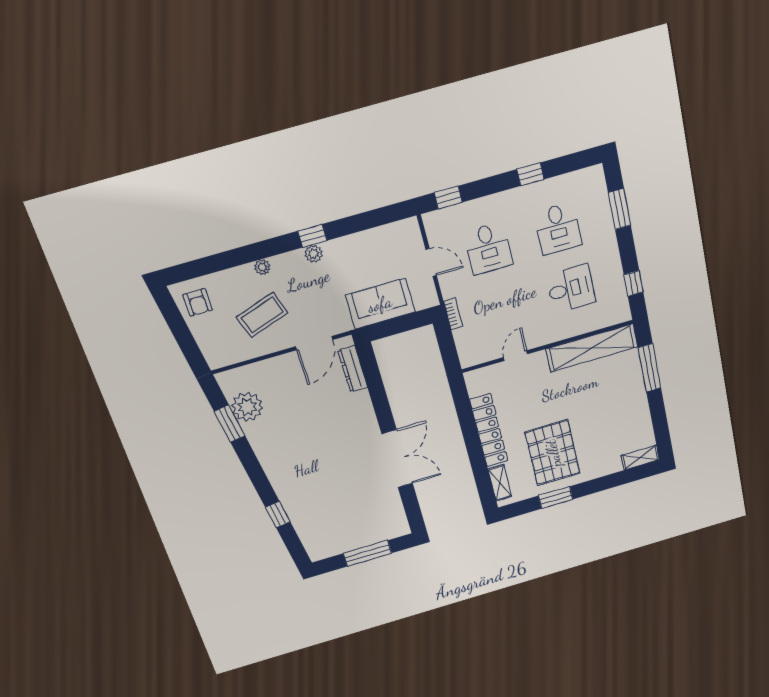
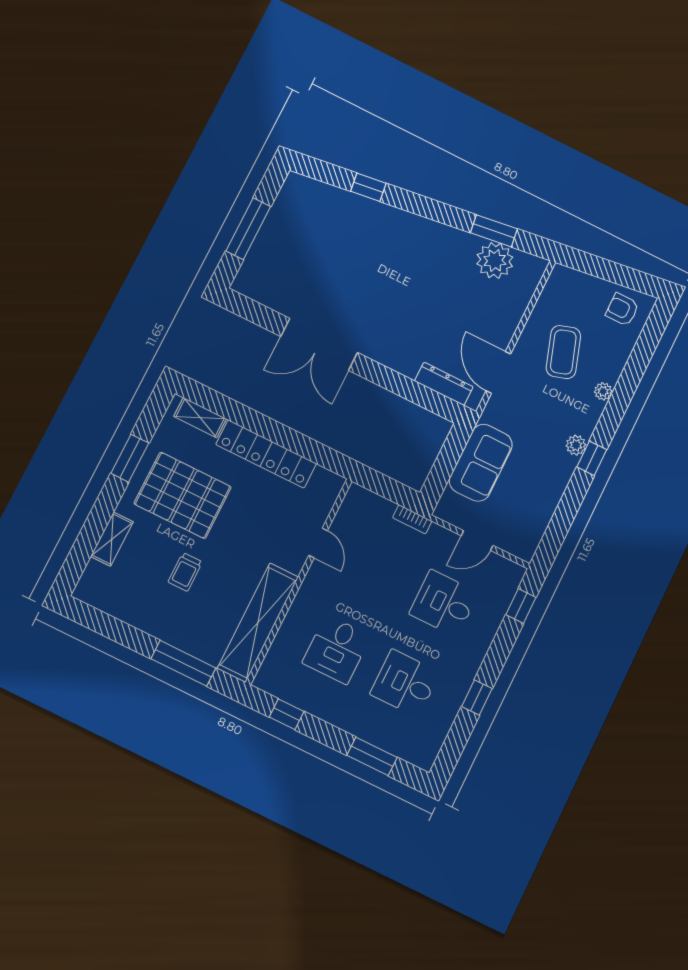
trolley: (596, 413) -> (185, 572), added
shelving: (640, 458) -> (112, 539), moved

